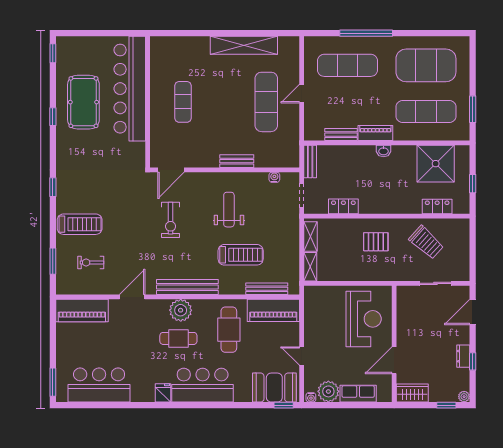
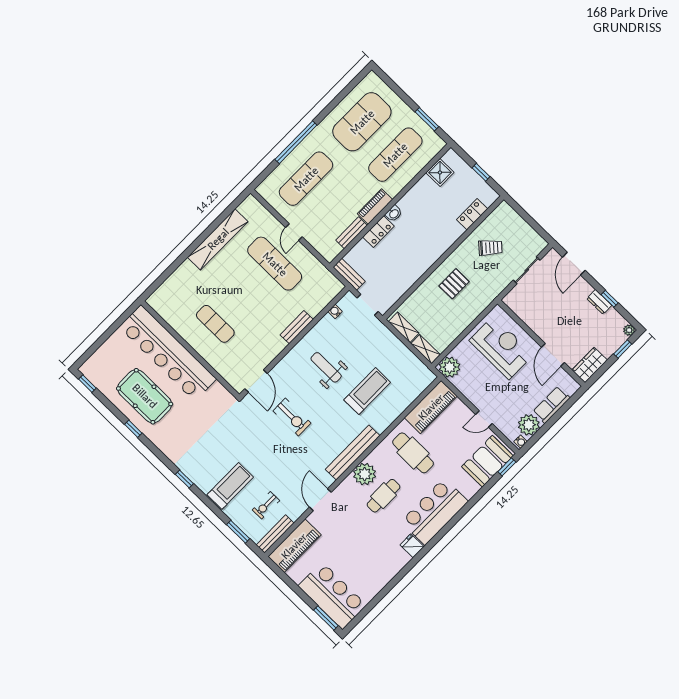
shower: (436, 164) -> (440, 172), width x0.54, depth x0.54
locker: (343, 206) -> (378, 232), moved, turned 180
trolley: (426, 242) -> (490, 248), width x0.73, depth x0.72
bench: (267, 289) -> (275, 534), moved
plant: (314, 296) -> (450, 367), added
bar counter: (99, 385) -> (332, 596), moved, turned 90

